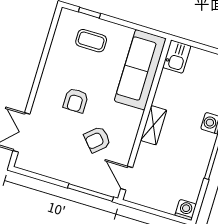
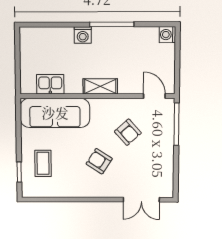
kitchen sink: (177, 57) -> (50, 84), moved
armchair: (76, 100) -> (99, 161), turned -147
door: (127, 178) -> (154, 96), swing flipped

